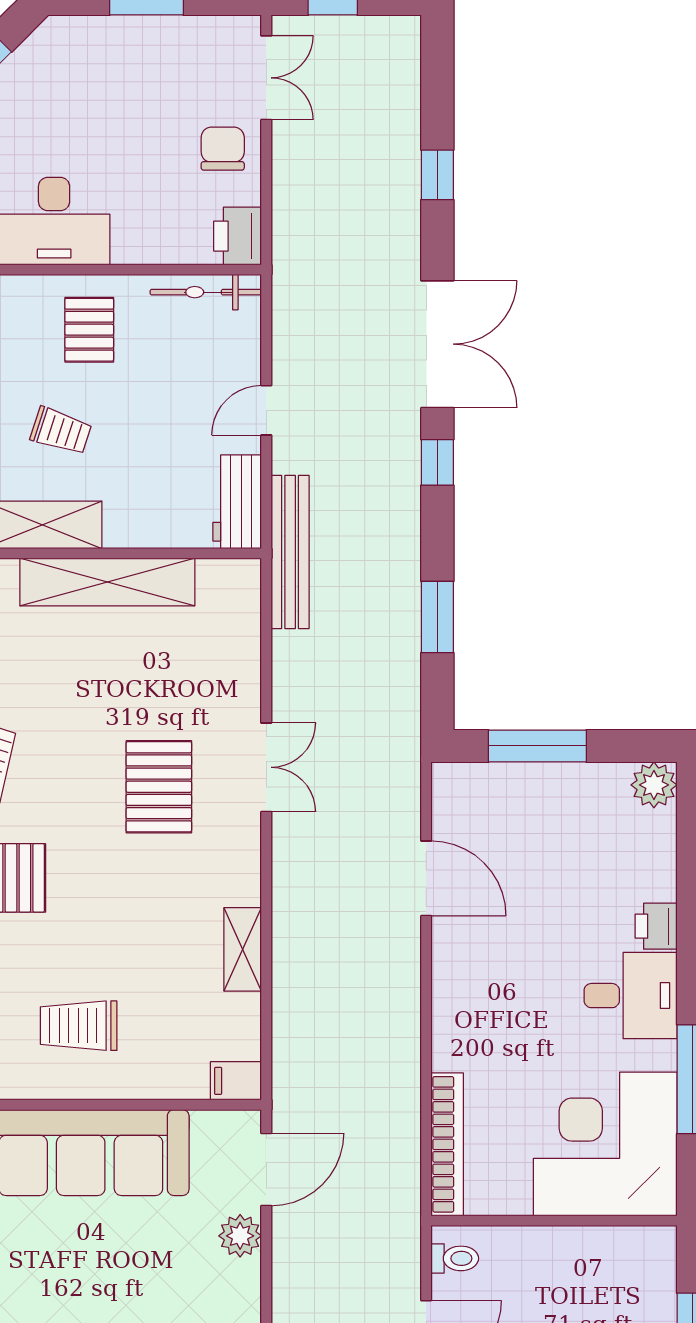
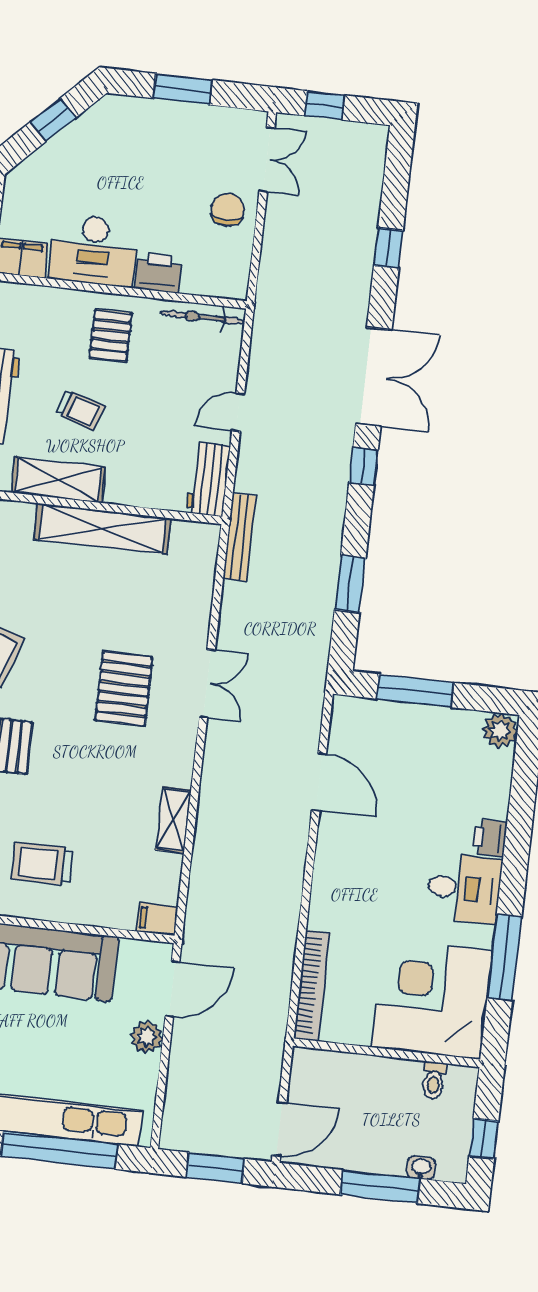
printer: (238, 236) -> (158, 273), moved, turned 90
bench: (290, 552) -> (240, 537), width x0.73, depth x0.82
toilet: (455, 1258) -> (434, 1080), moved, turned 90

